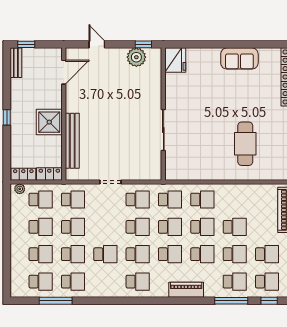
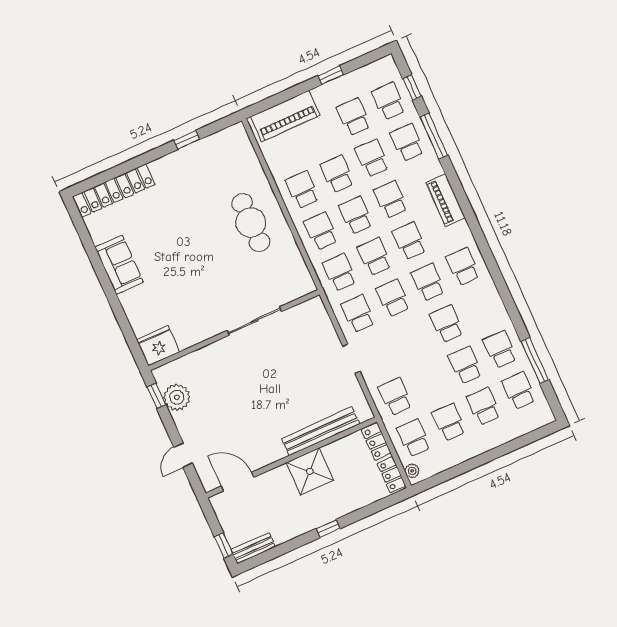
cafe table: (245, 144) -> (251, 223), moved, turned 90
school desk: (73, 227) -> (302, 190), moved

